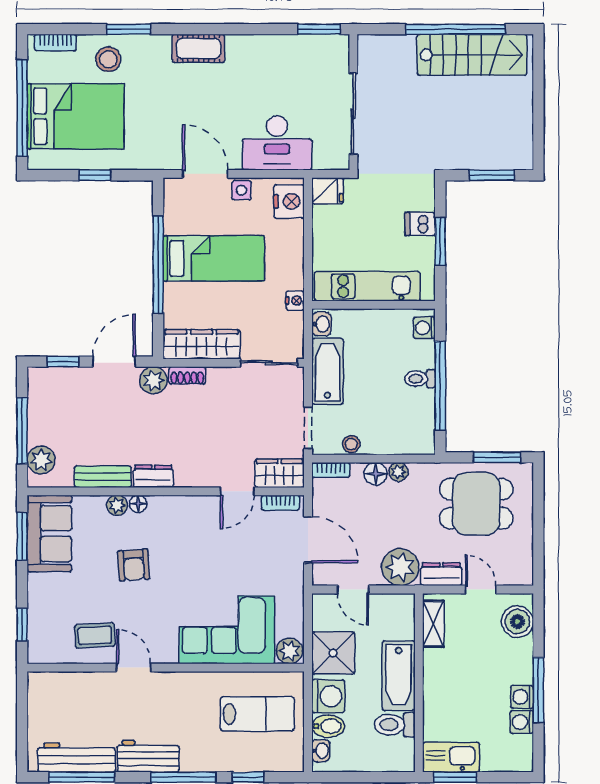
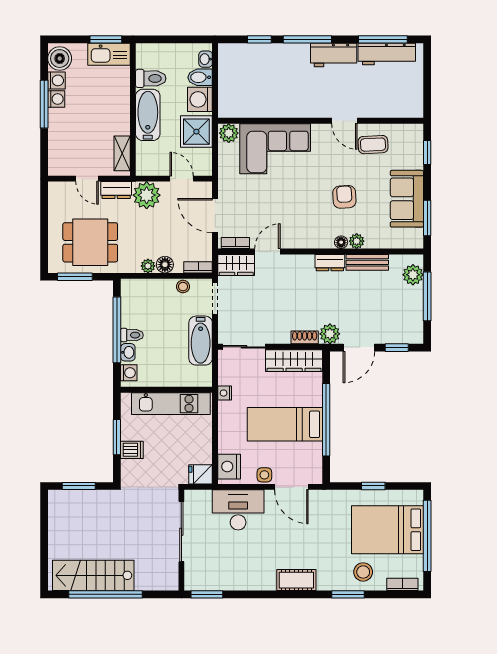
washbasin: (321, 324) -> (128, 352), moved, turned 180
sofa: (49, 534) -> (407, 199), moved
boiler: (517, 622) -> (60, 59), moved
lab bench: (257, 714) -> (253, 86), removed

